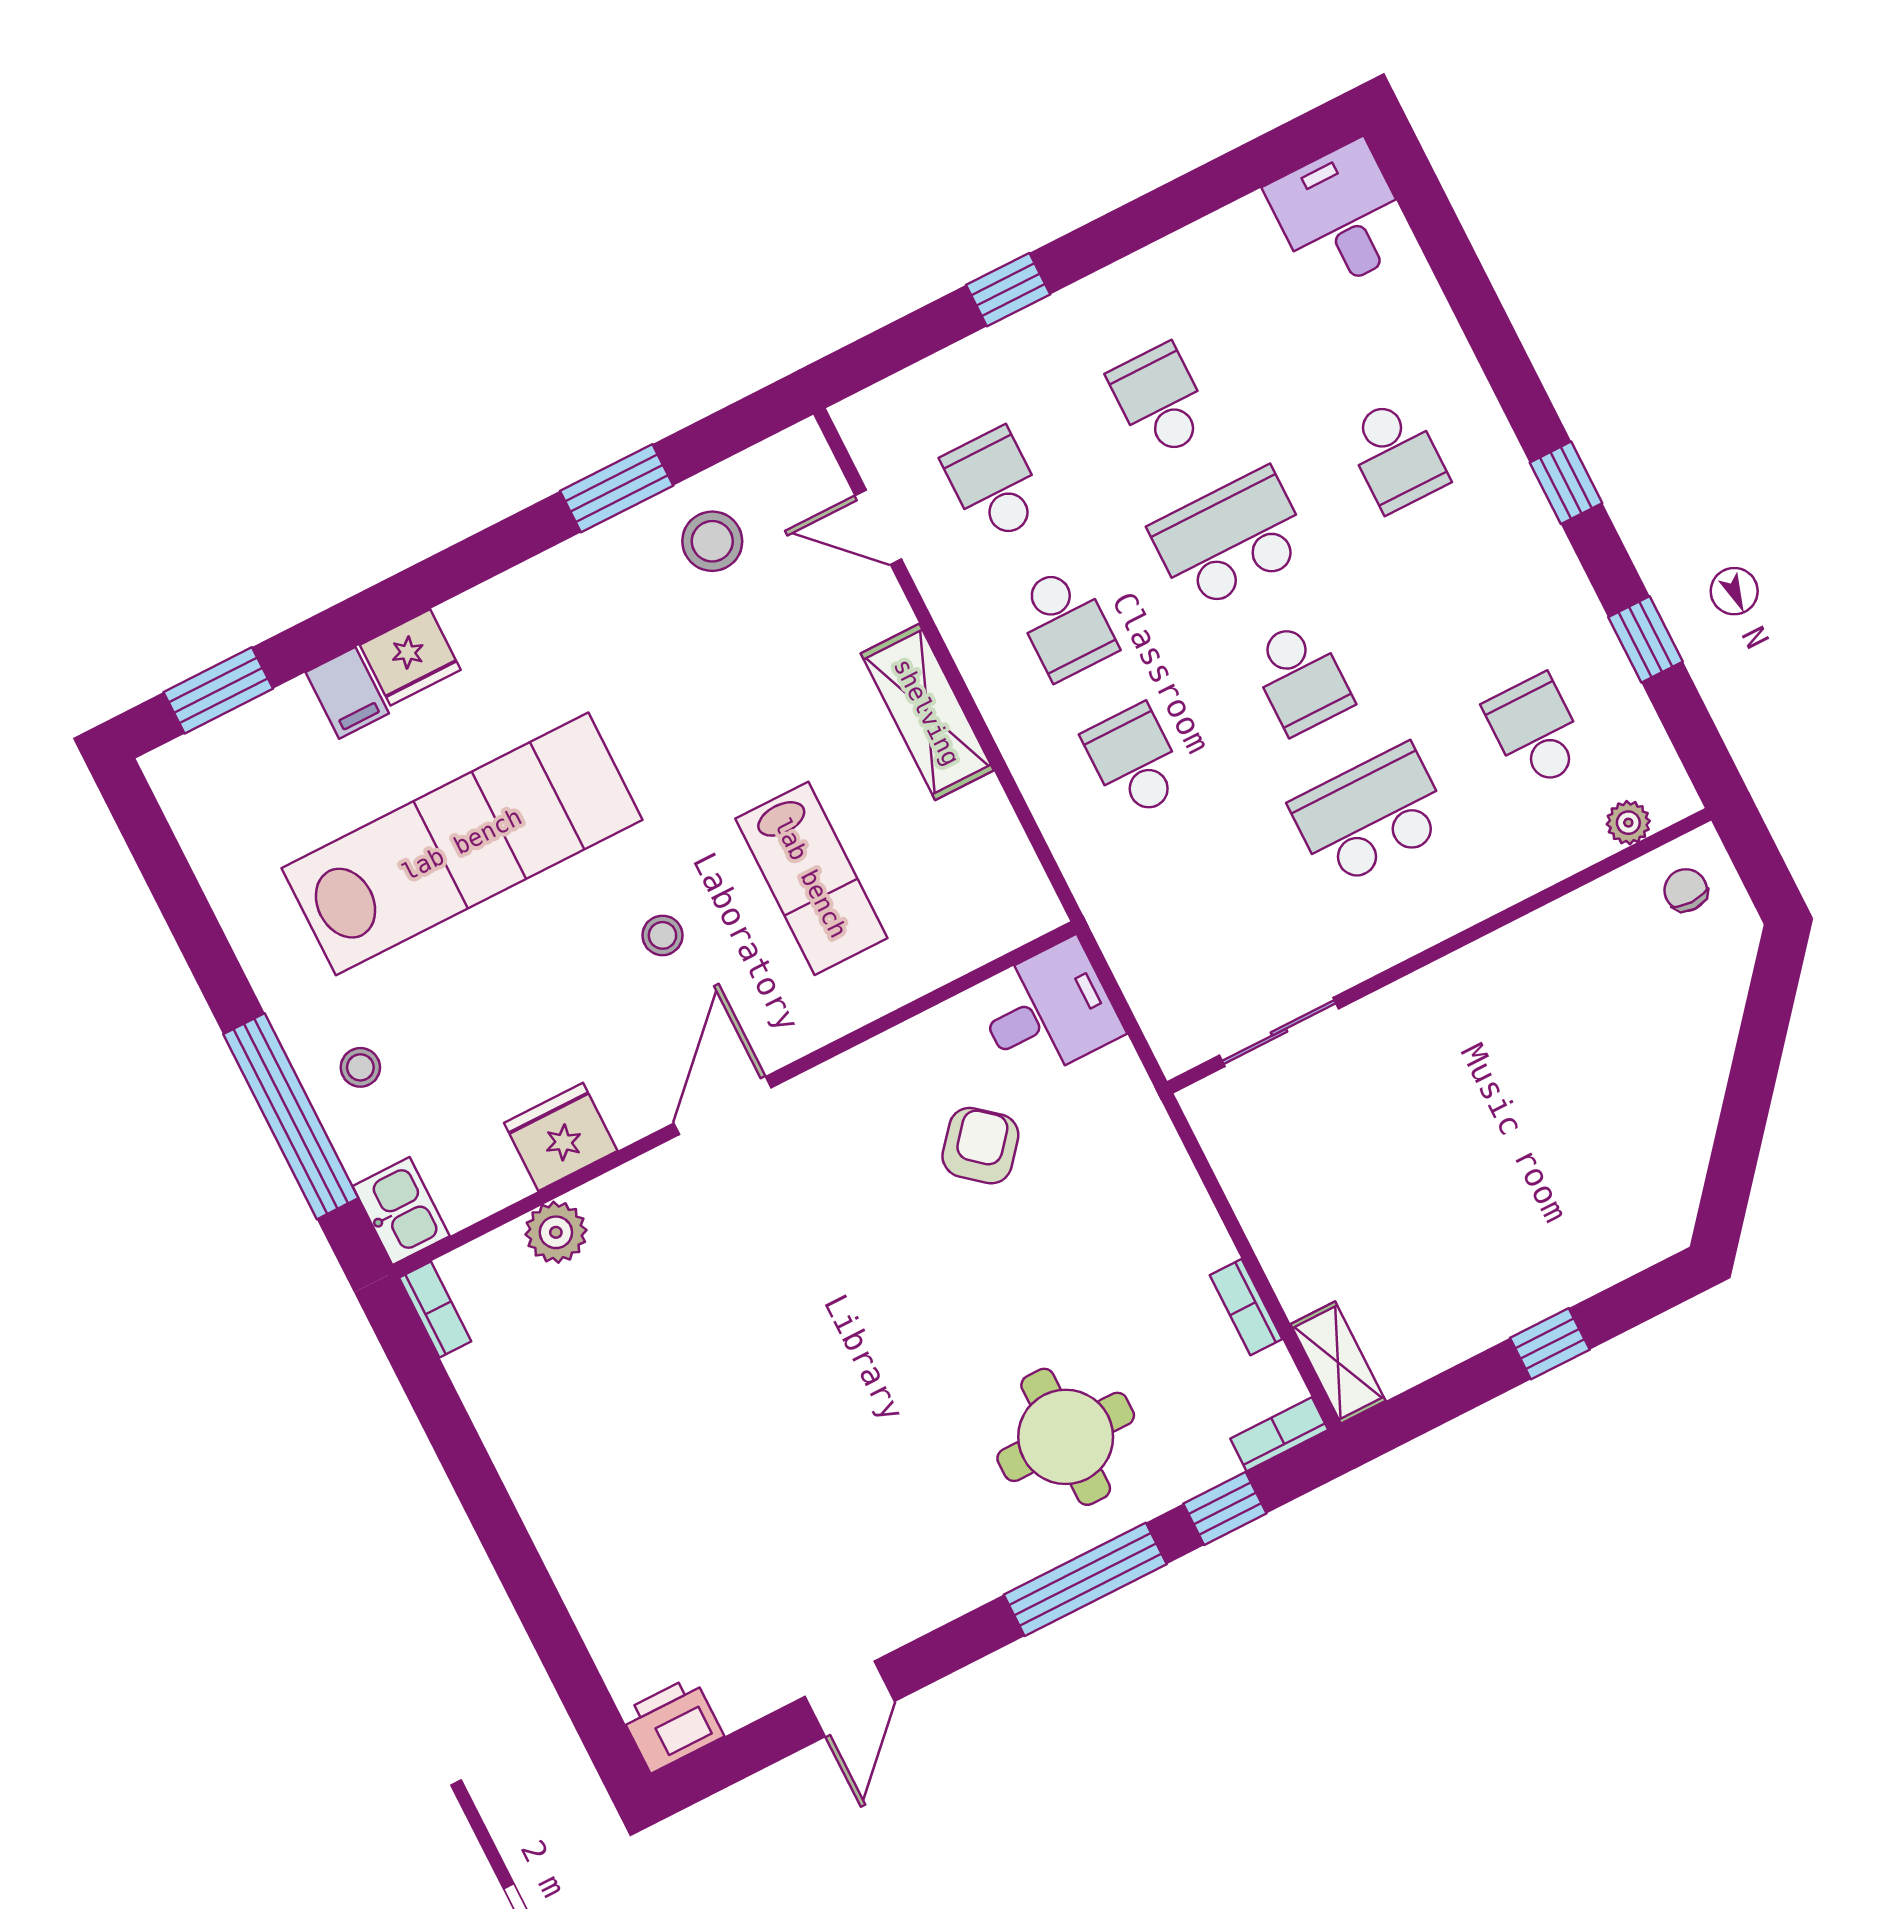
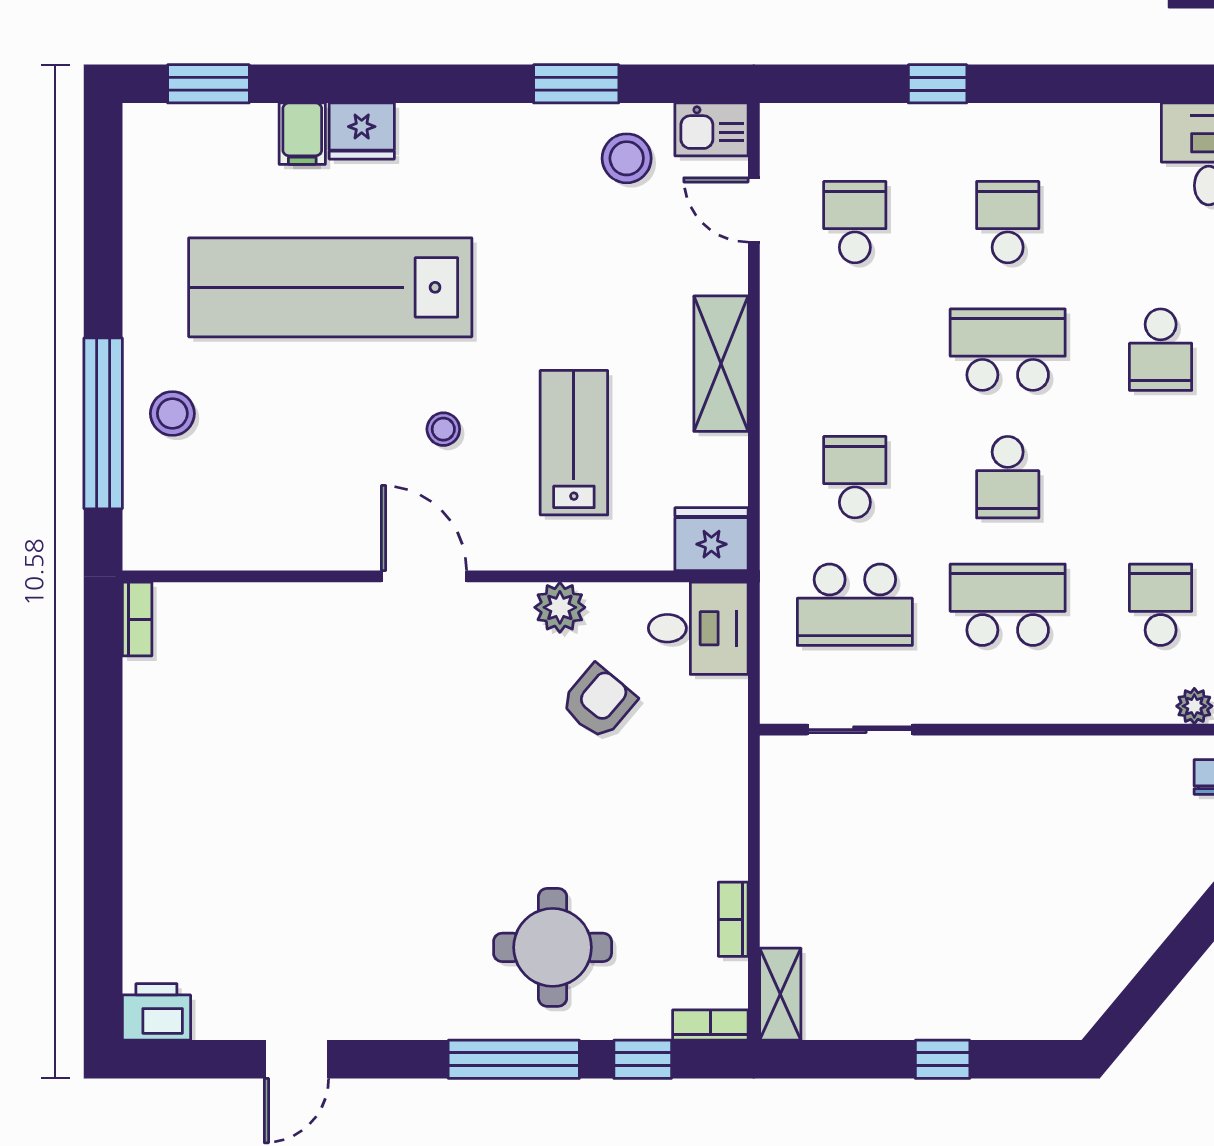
school desk: (1065, 623) -> (855, 605), moved, width x1.85
lab bench: (462, 844) -> (330, 287), turned 180
lab bench: (811, 878) -> (574, 443), turned 180
stool: (360, 1067) -> (172, 413), width x1.37, depth x1.37
door: (722, 1106) -> (424, 576), hinge flipped
fridge: (561, 1137) -> (711, 539), moved
kitchen sink: (401, 1211) -> (712, 129), moved, turned 90
plant: (556, 1232) -> (560, 607), moved

